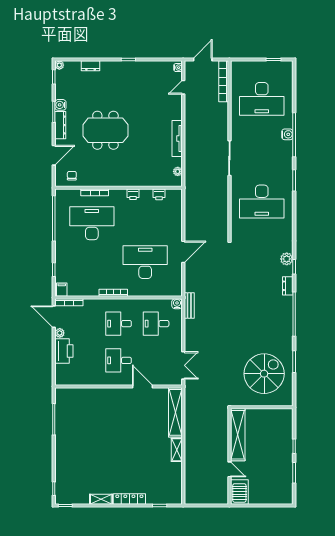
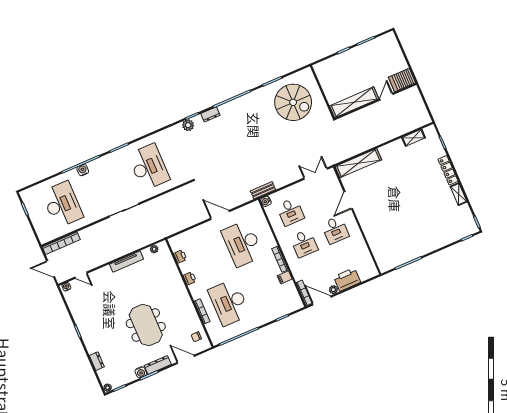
filing cabinet: (62, 290) -> (285, 277), moved
door: (54, 317) -> (322, 301), swing flipped
spiral stairs: (264, 374) -> (293, 102), turned 180
shelving: (177, 450) -> (414, 138), moved

